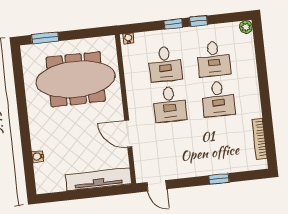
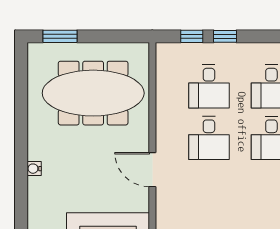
window: (199, 21) -> (192, 36), moved
water cooler: (128, 38) -> (166, 49), removed
water cooler: (38, 157) -> (34, 169), moved

